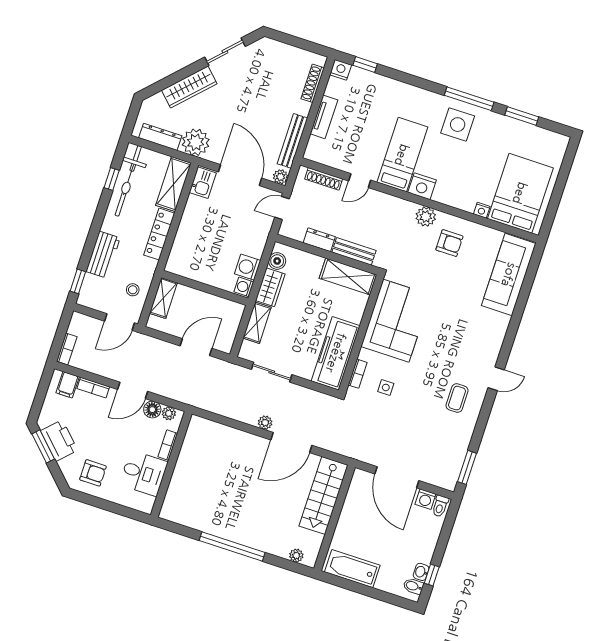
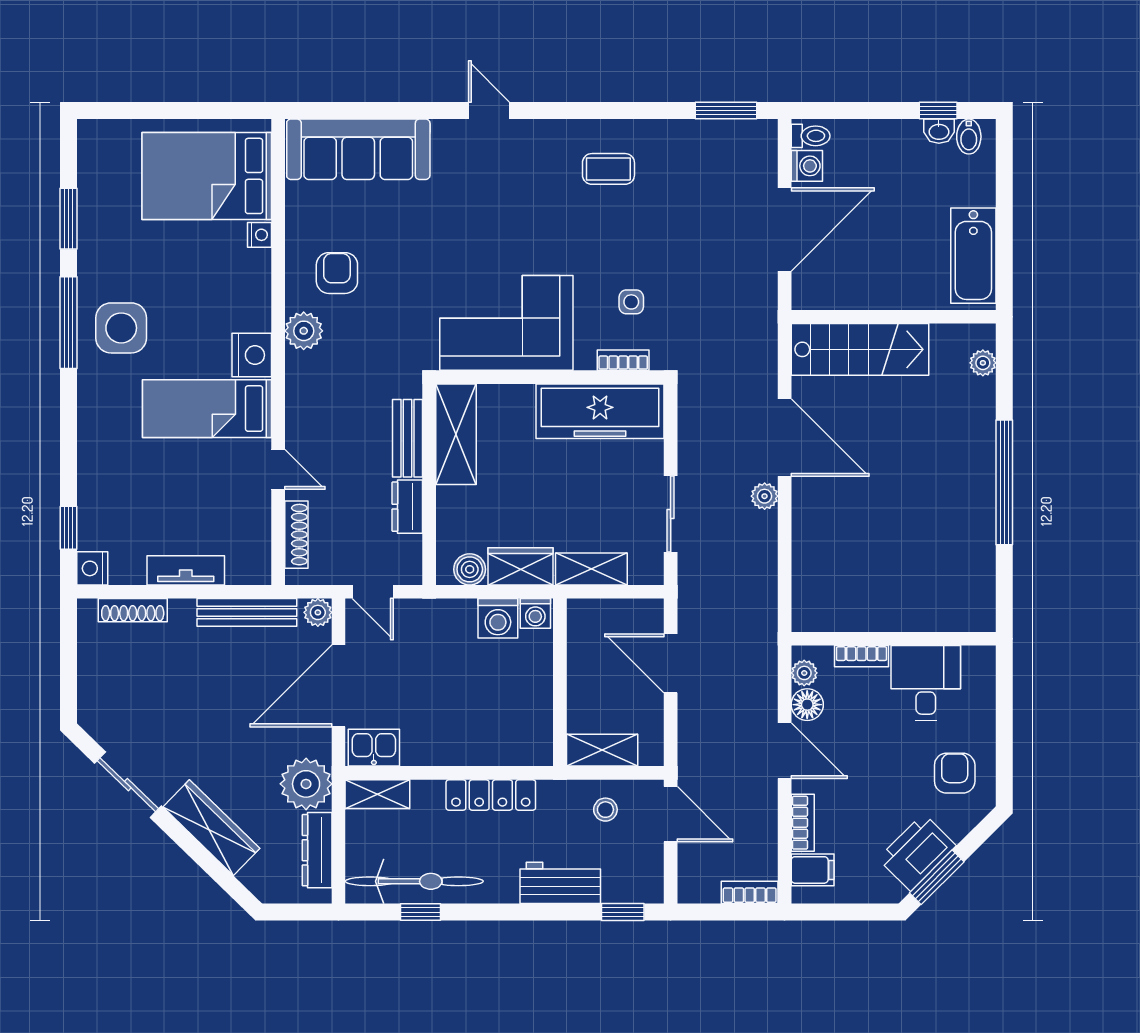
shelving: (173, 184) -> (377, 794), width x0.67, depth x0.75
door: (496, 379) -> (489, 111), moved

